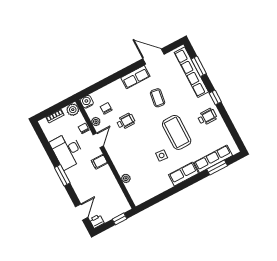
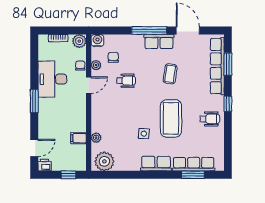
window: (123, 72) -> (149, 30), added
filing cabinet: (99, 162) -> (78, 138), moved
plant: (142, 194) -> (104, 161), added

